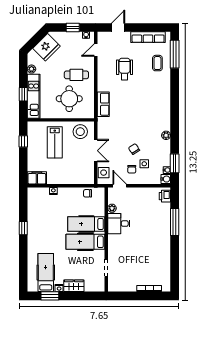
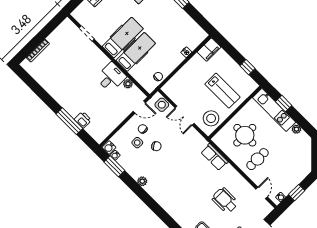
fridge: (47, 47) -> (302, 157), removed
wheelchair: (125, 69) -> (225, 200), turned 180
lab bench: (55, 142) -> (222, 91), turned 180
printer: (165, 196) -> (83, 120), moved

